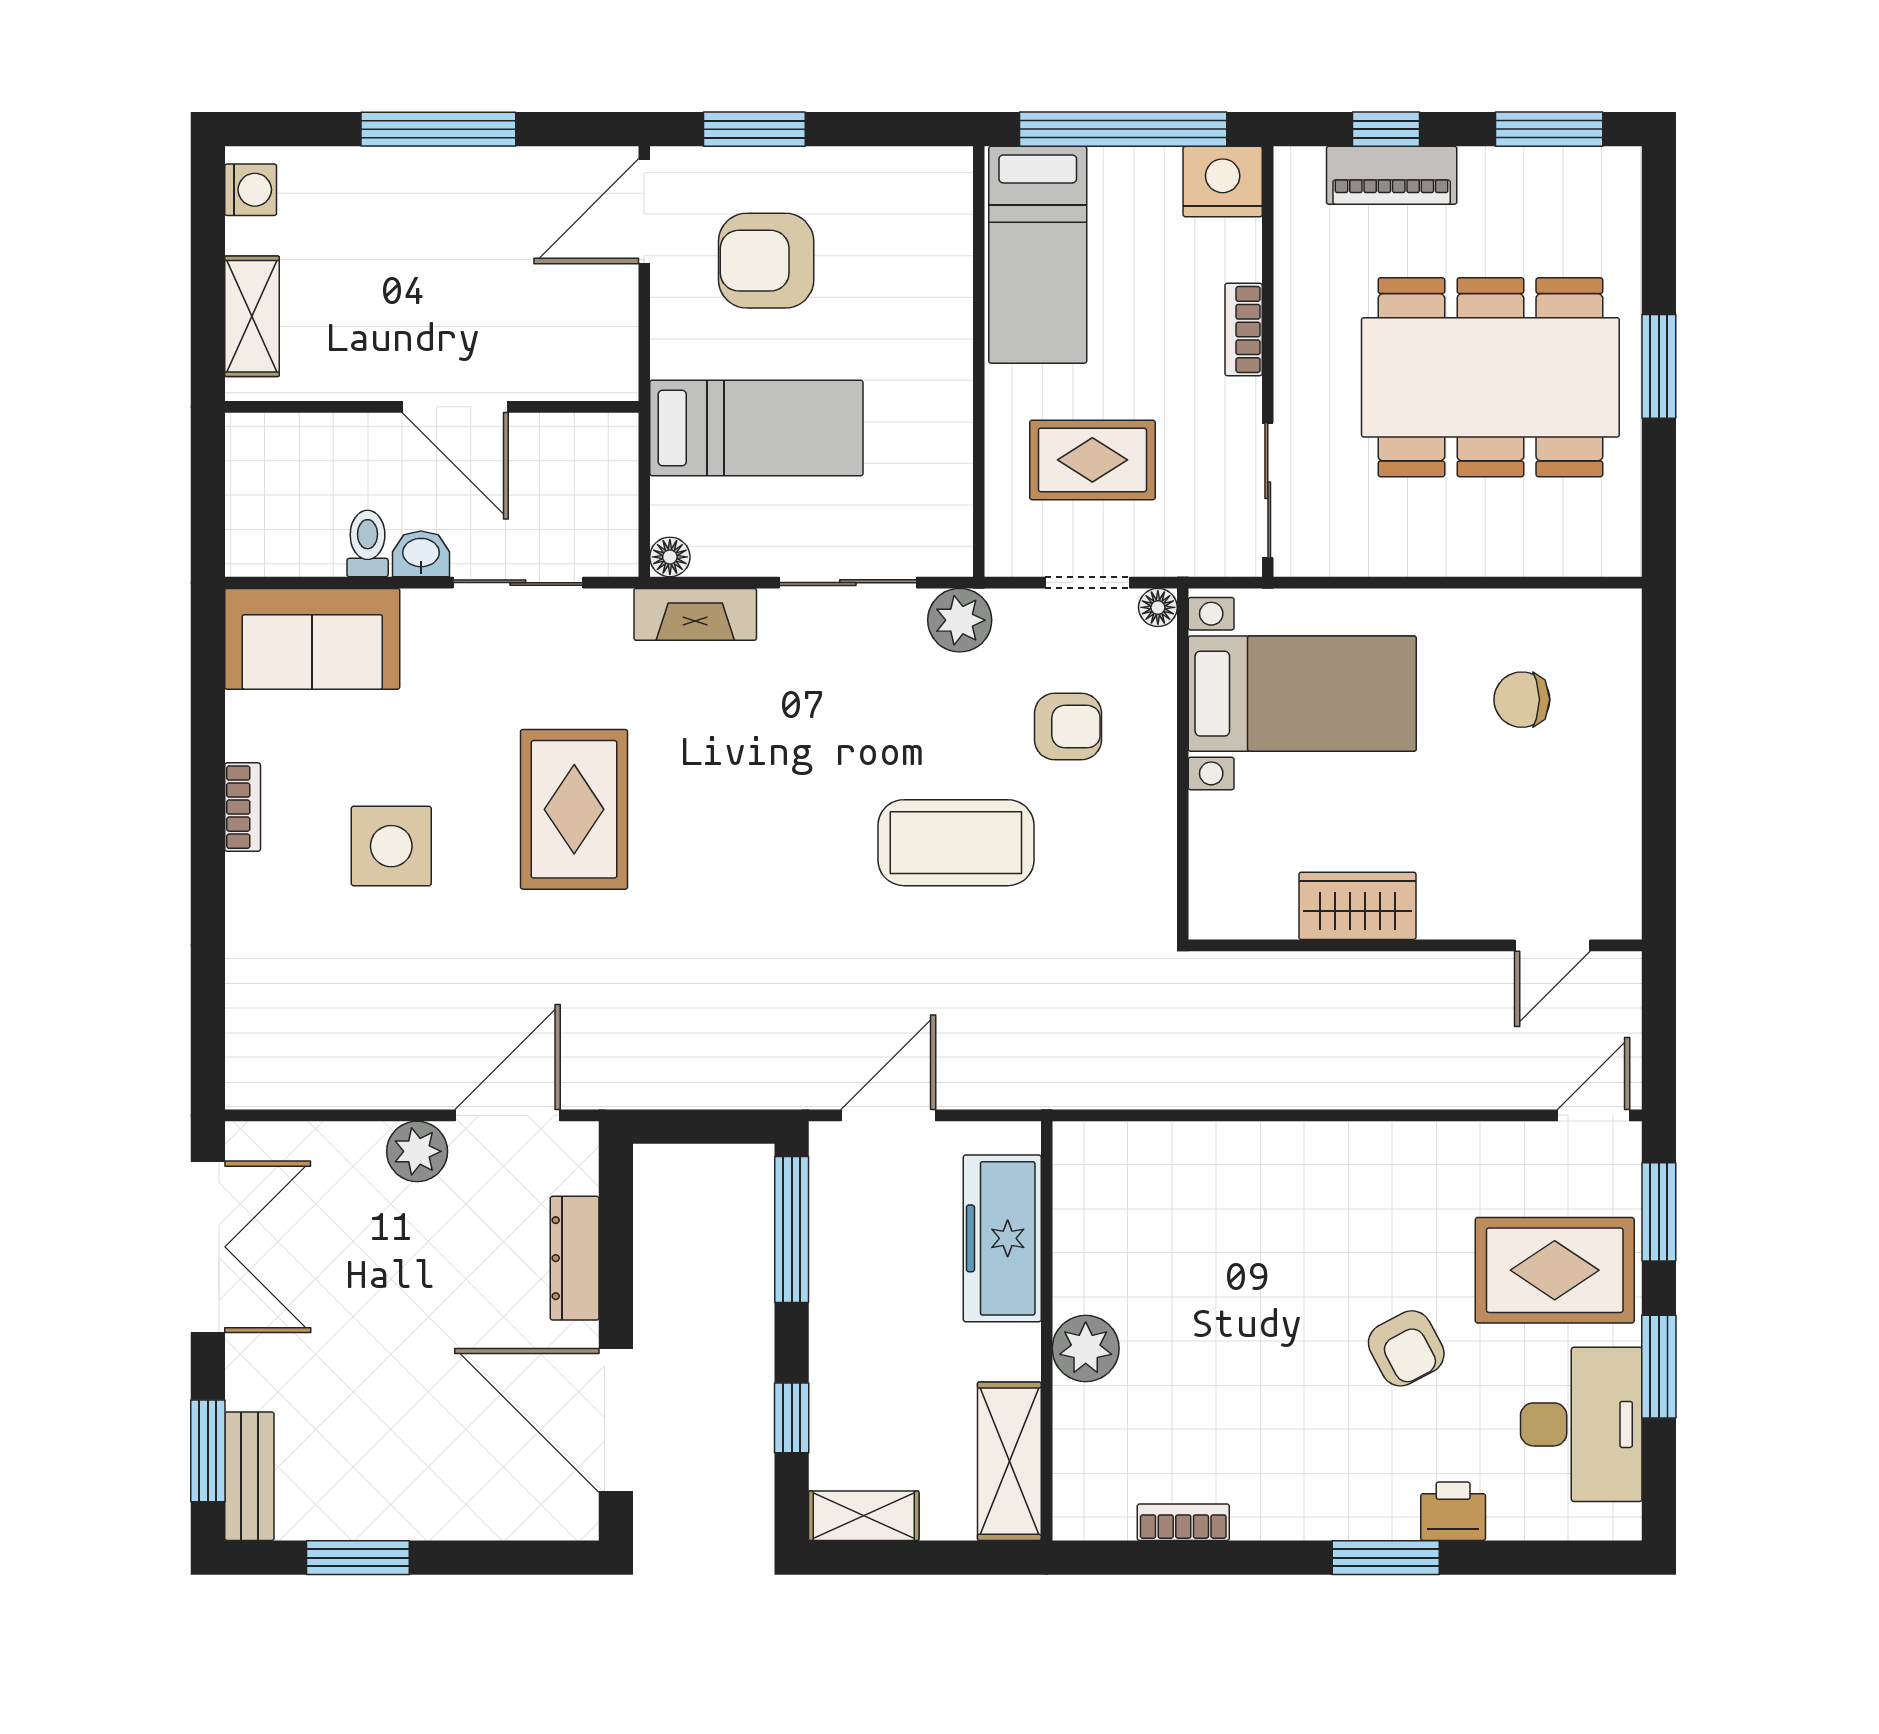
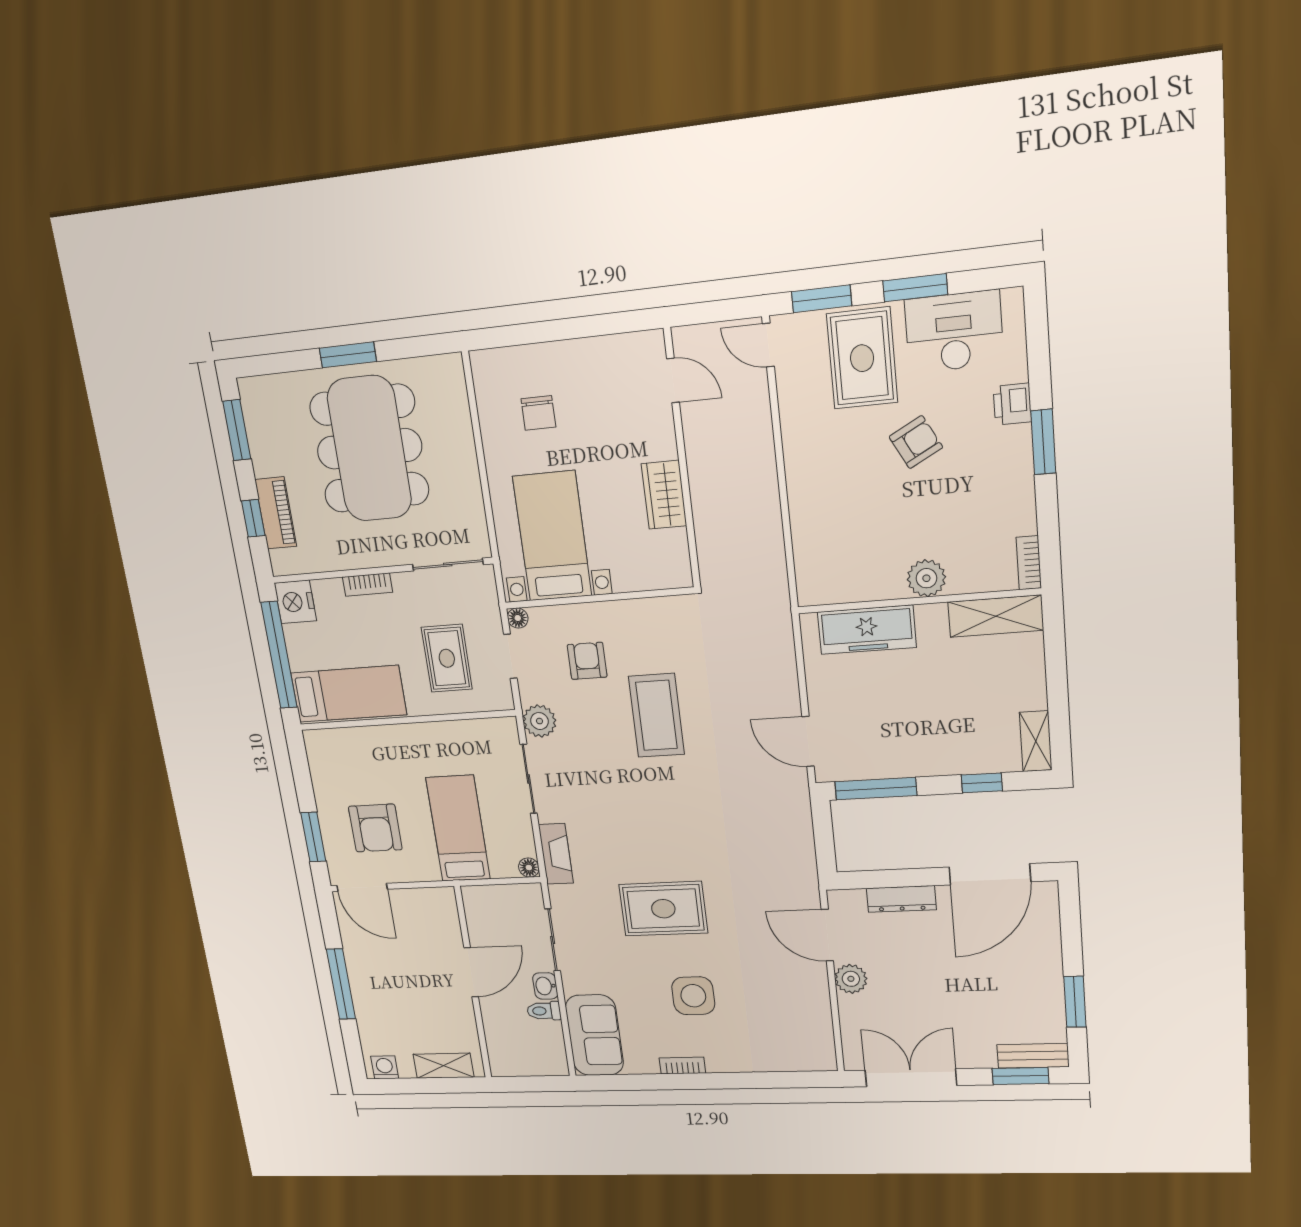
freezer: (1002, 1238) -> (867, 630), moved
wall: (1047, 1331) -> (918, 601), moved
plant: (1086, 1348) -> (926, 578), moved
shelving: (1009, 1461) -> (996, 616), moved

